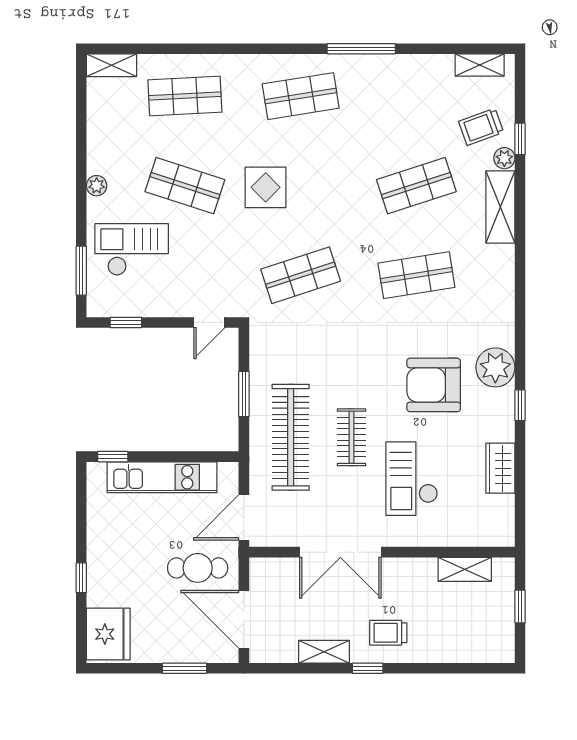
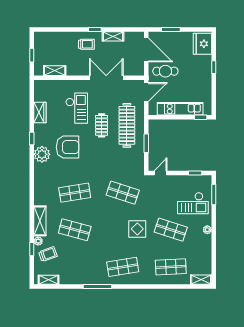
shop shelf: (416, 186) -> (75, 230), turned 33
shop shelf: (301, 275) -> (123, 193), turned 36

